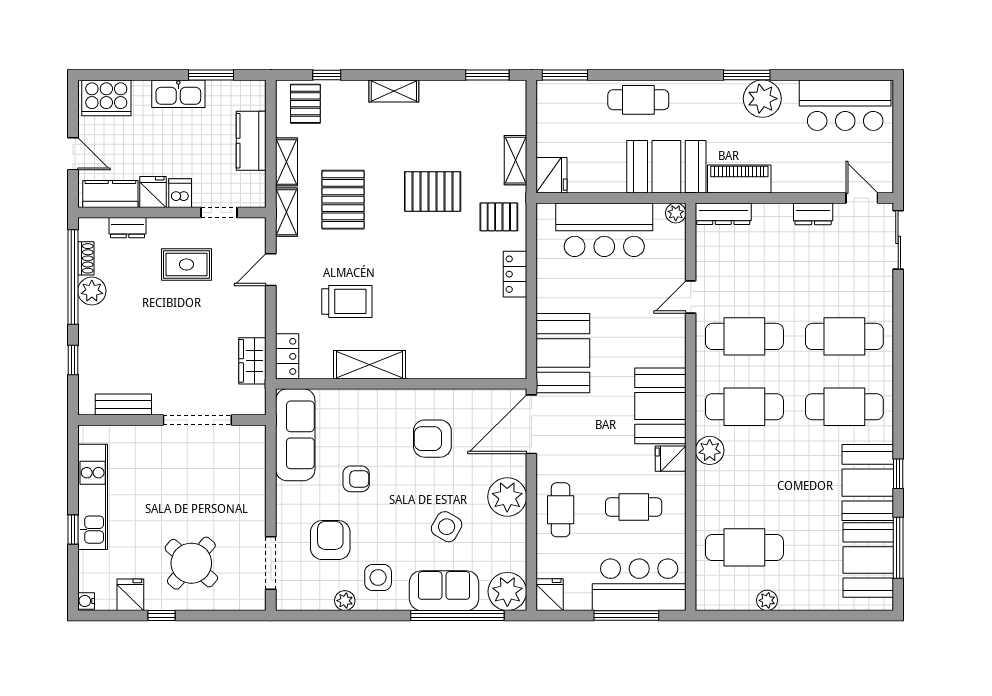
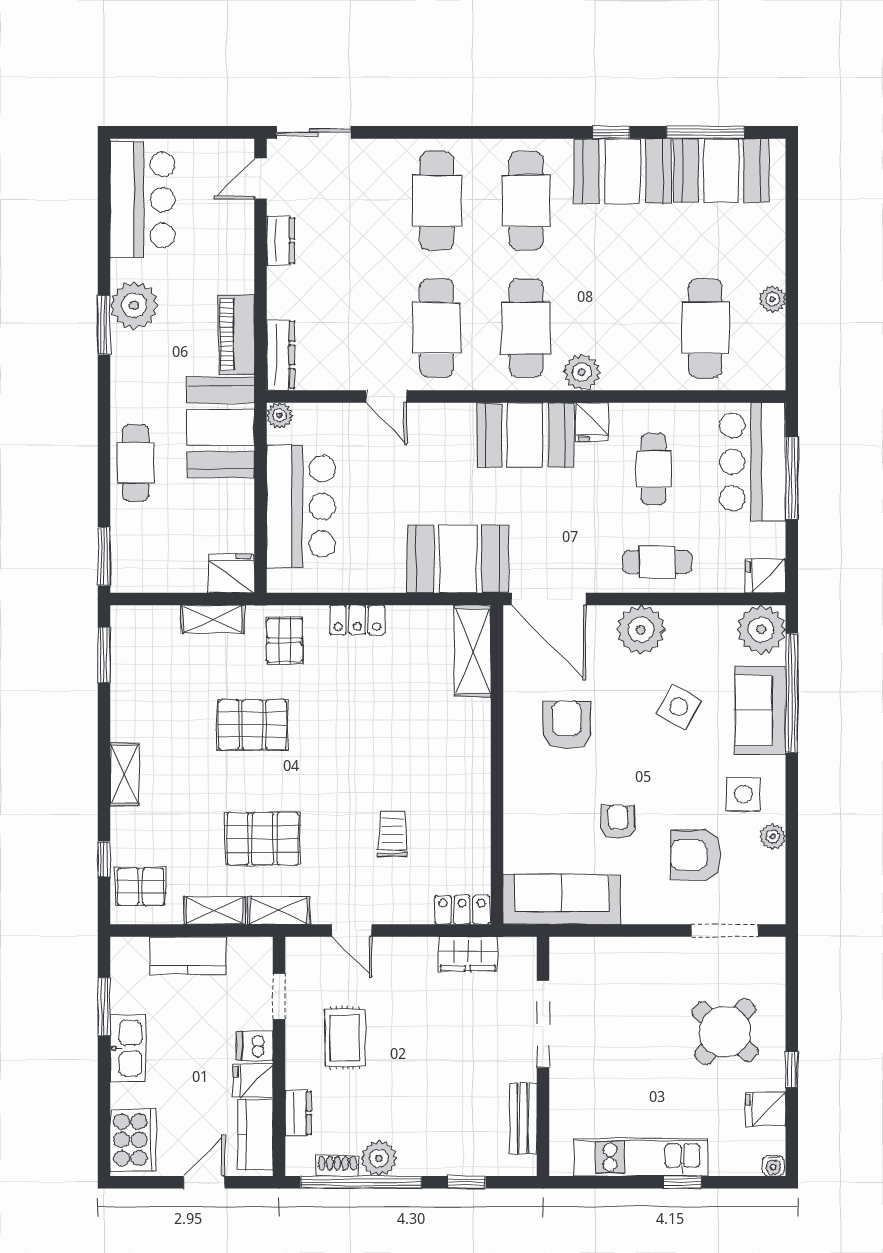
pallet: (433, 192) -> (252, 725), turned 90
trolley: (347, 301) -> (392, 834), width x0.73, depth x0.72
shelving: (369, 365) -> (473, 651), moved
armchair: (432, 439) -> (567, 725), turned 180

